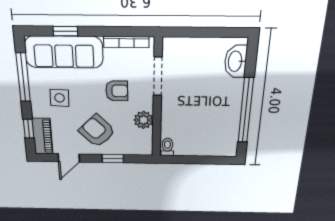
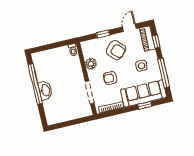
washbasin: (236, 61) -> (45, 90), moved

